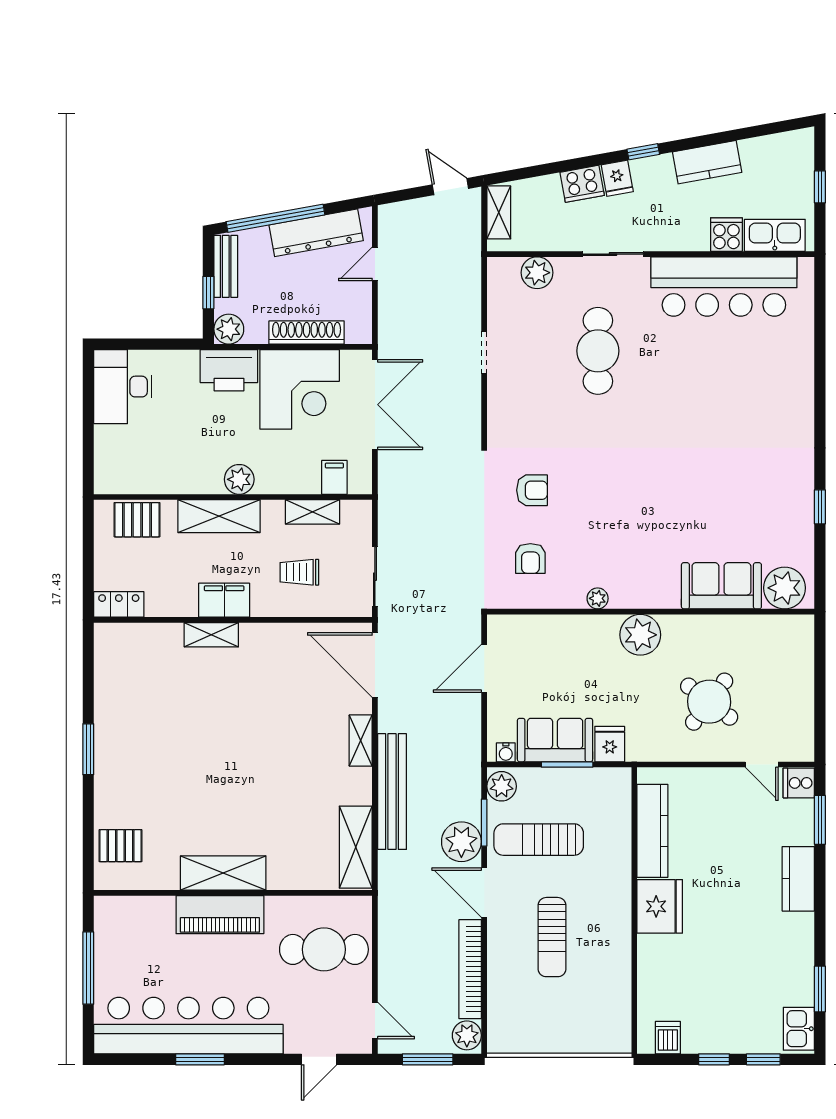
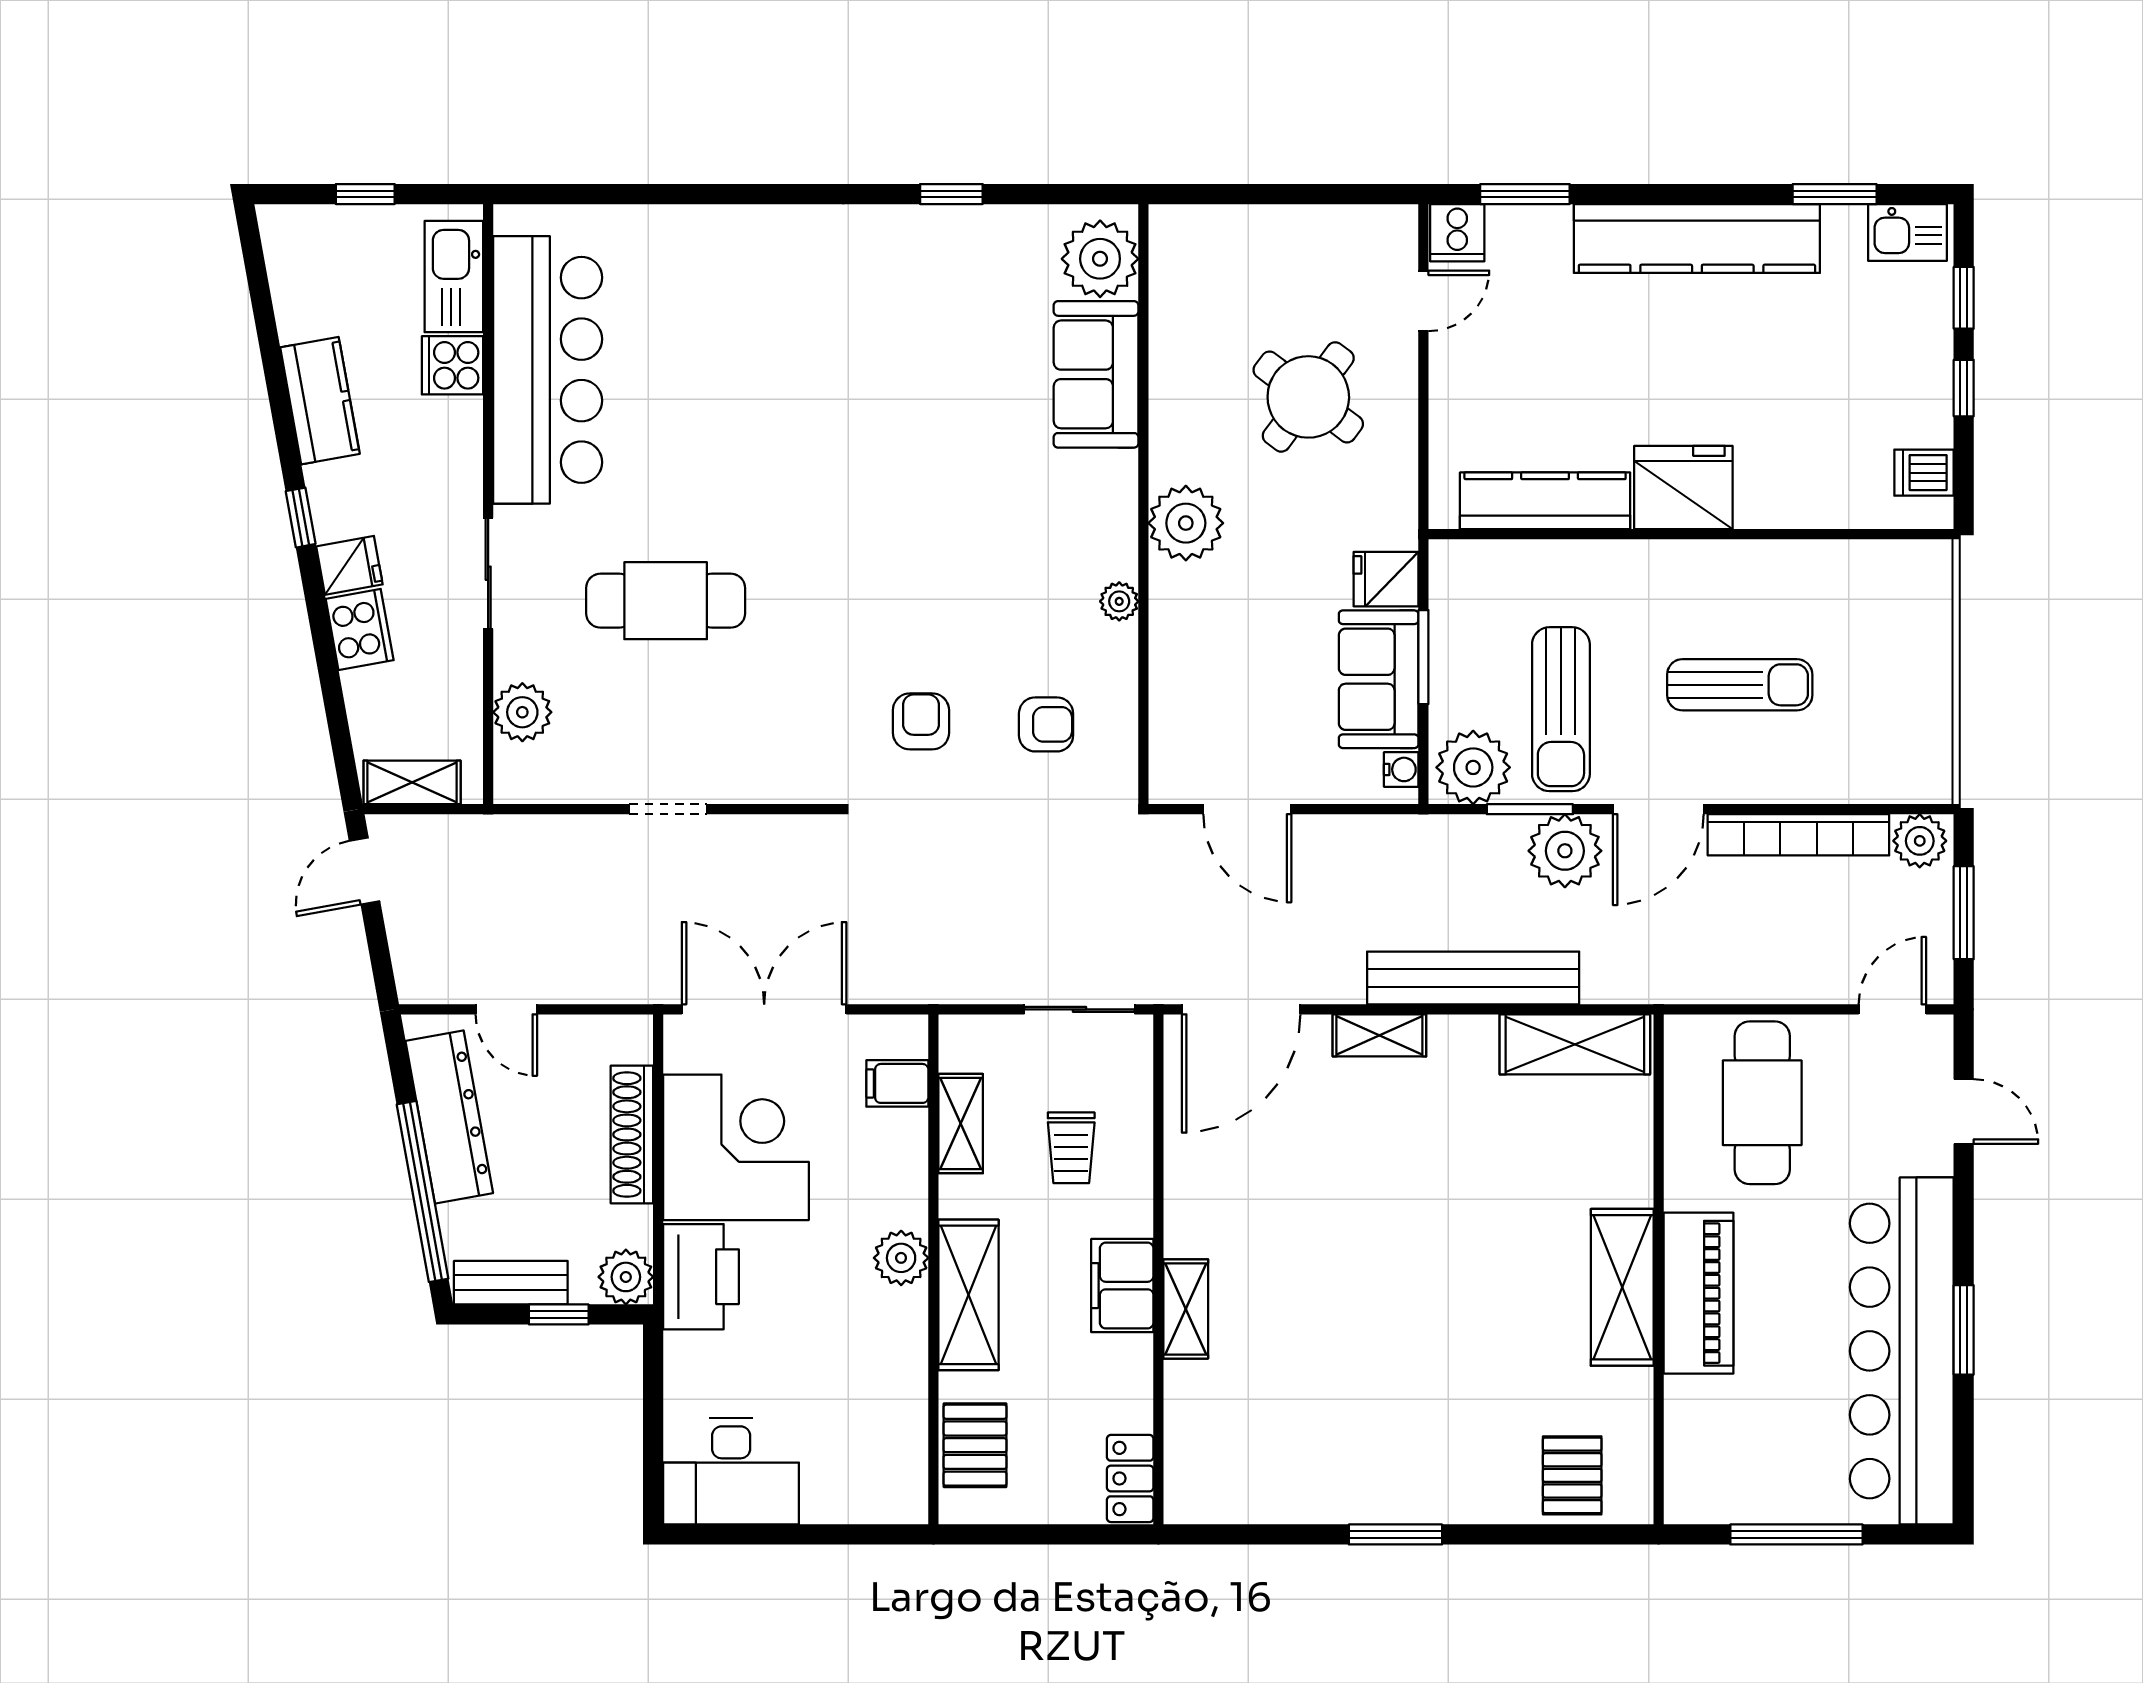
plant: (502, 786) -> (1473, 767), width x1.36, depth x1.36
kitchen counter: (798, 879) -> (1697, 239), width x2.08, depth x1.17

